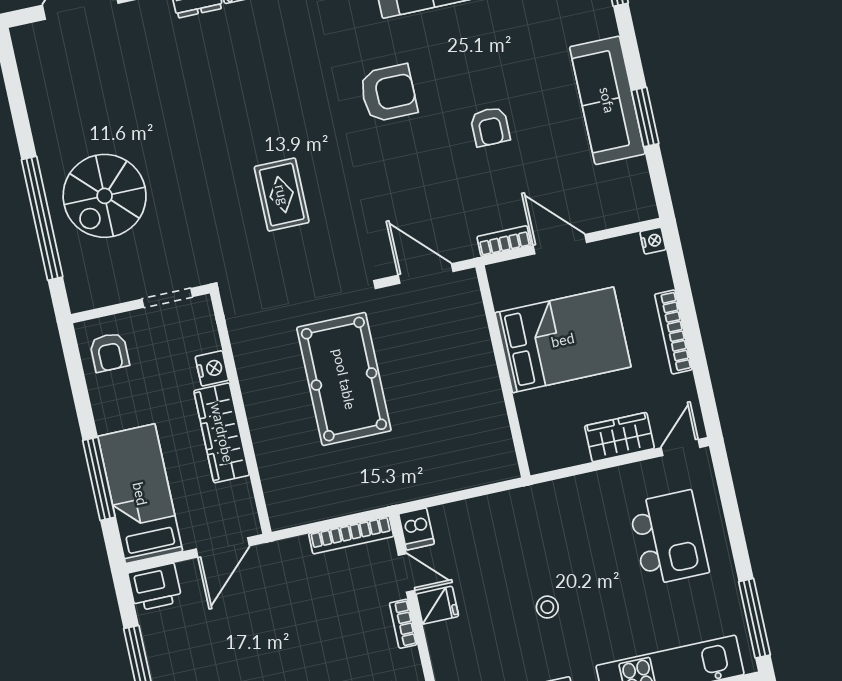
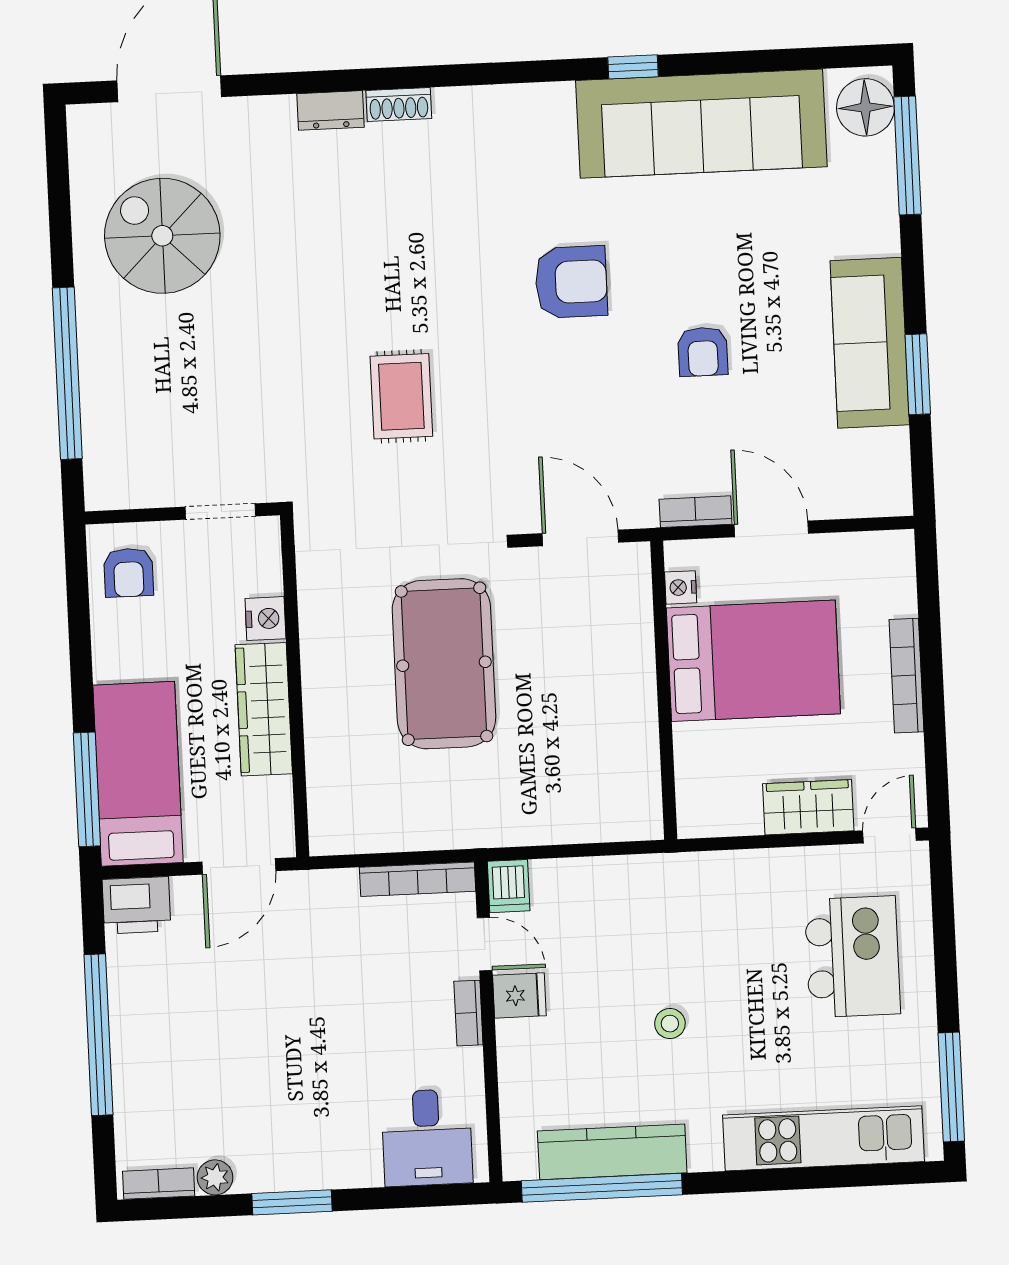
spiral stairs: (105, 196) -> (162, 236), moved, turned 90
nightstand: (653, 241) -> (681, 587), moved, turned 180
window: (99, 479) -> (87, 789), moved

